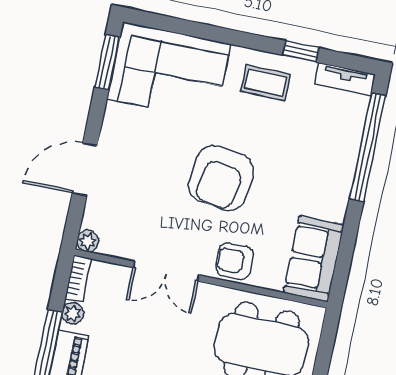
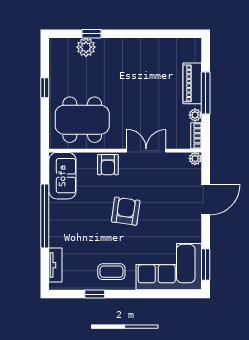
tv unit: (345, 79) -> (55, 265), moved, turned 90
window: (367, 147) -> (45, 216), moved
armchair: (221, 178) -> (126, 211), width x0.73, depth x0.73
armchair: (235, 261) -> (108, 165), turned 90

